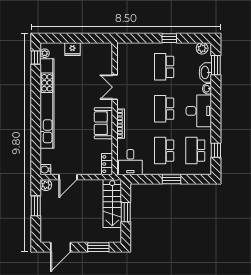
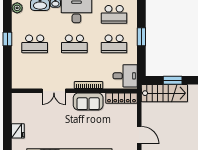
locker: (107, 164) -> (121, 98), width x1.53

